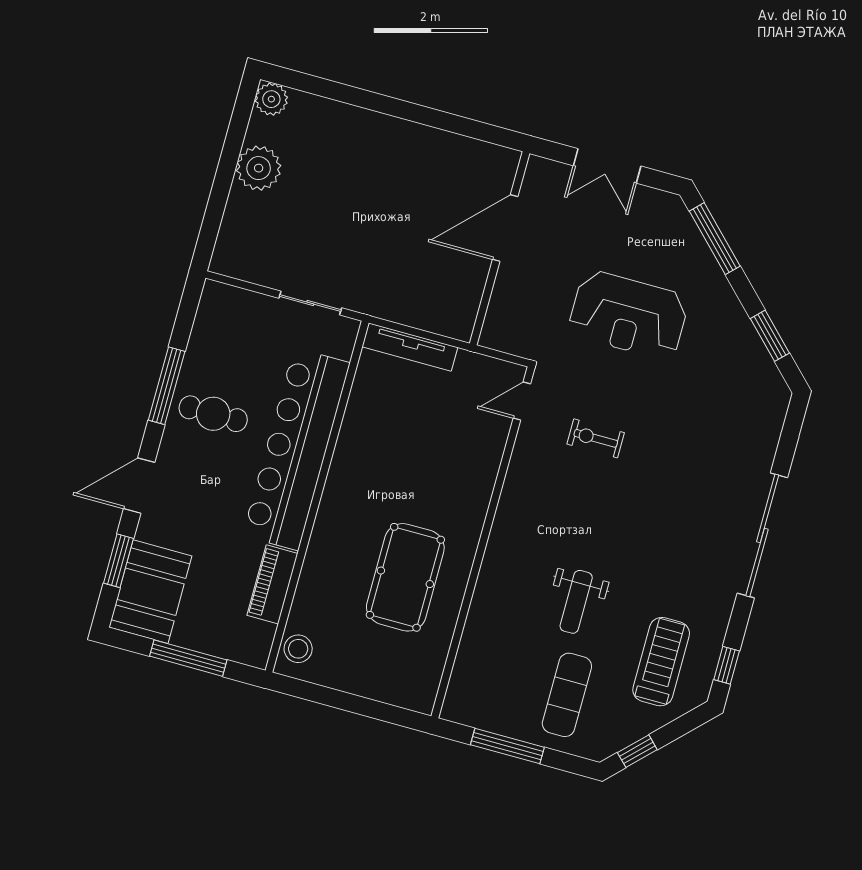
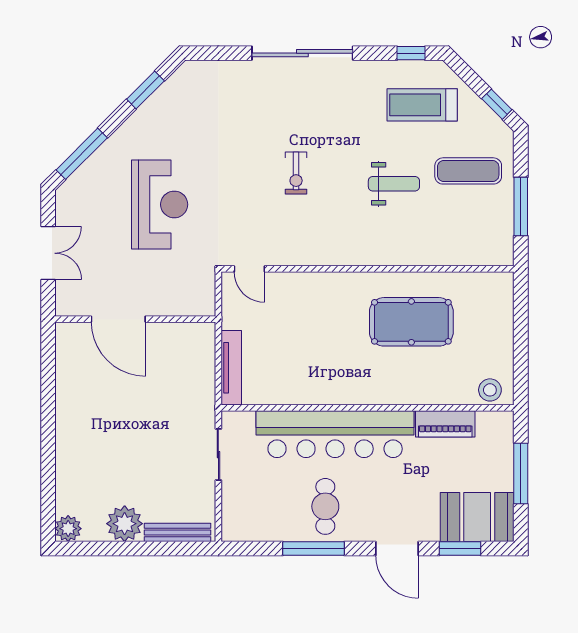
bench: (231, 229) -> (178, 532), added
exercise bike: (596, 438) -> (296, 173), moved

